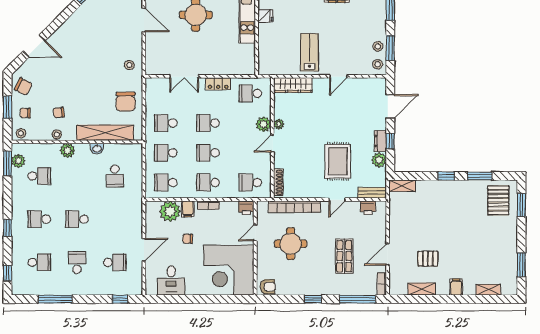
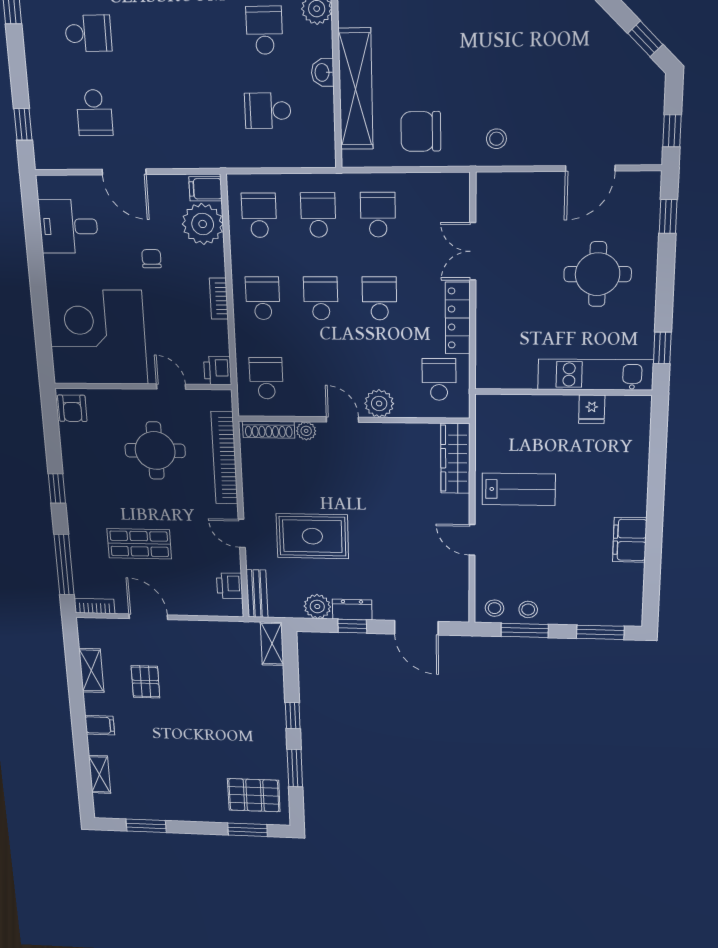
locker: (218, 84) -> (458, 318), width x1.53
plant: (279, 124) -> (306, 431), moved
filing cabinet: (188, 209) -> (205, 189), moved
school desk: (77, 219) -> (264, 30), moved

